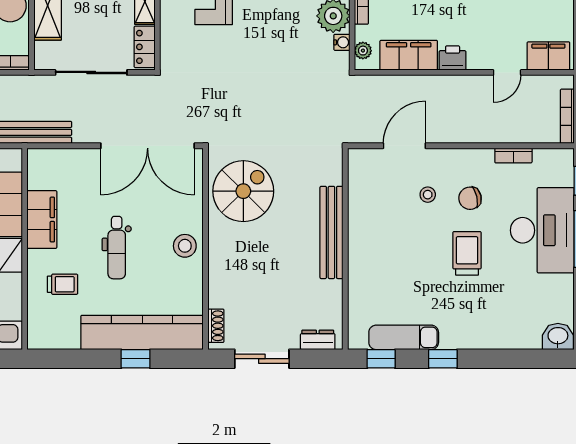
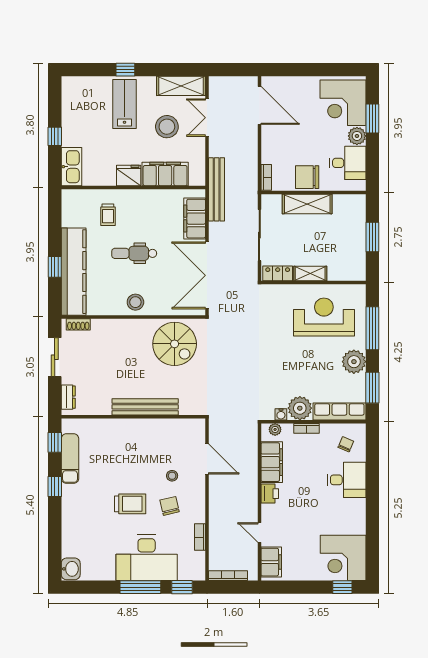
filing cabinet: (42, 220) -> (195, 219), moved, turned 90

